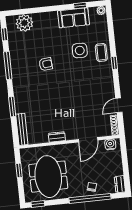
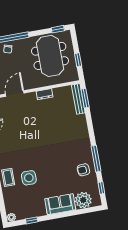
sofa: (73, 18) -> (60, 204), moved
armchair: (46, 64) -> (83, 170), moved
window: (12, 107) -> (85, 98), moved

